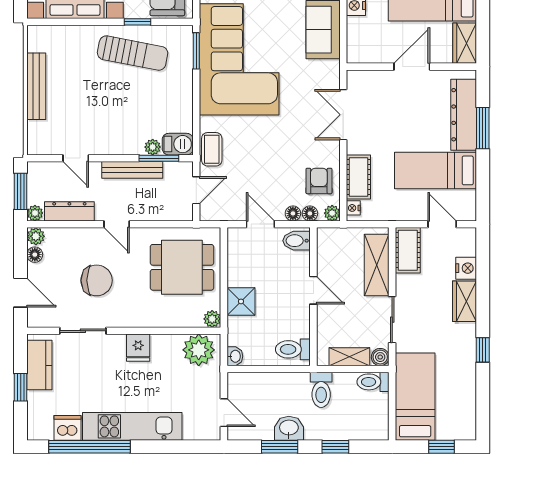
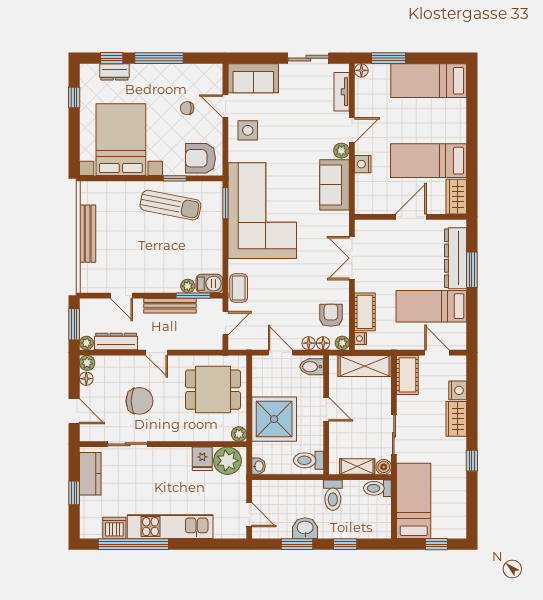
shelving: (377, 265) -> (365, 366), moved, turned 90
shower: (241, 301) -> (274, 419), width x1.86, depth x1.86
fridge: (138, 348) -> (202, 459), moved

